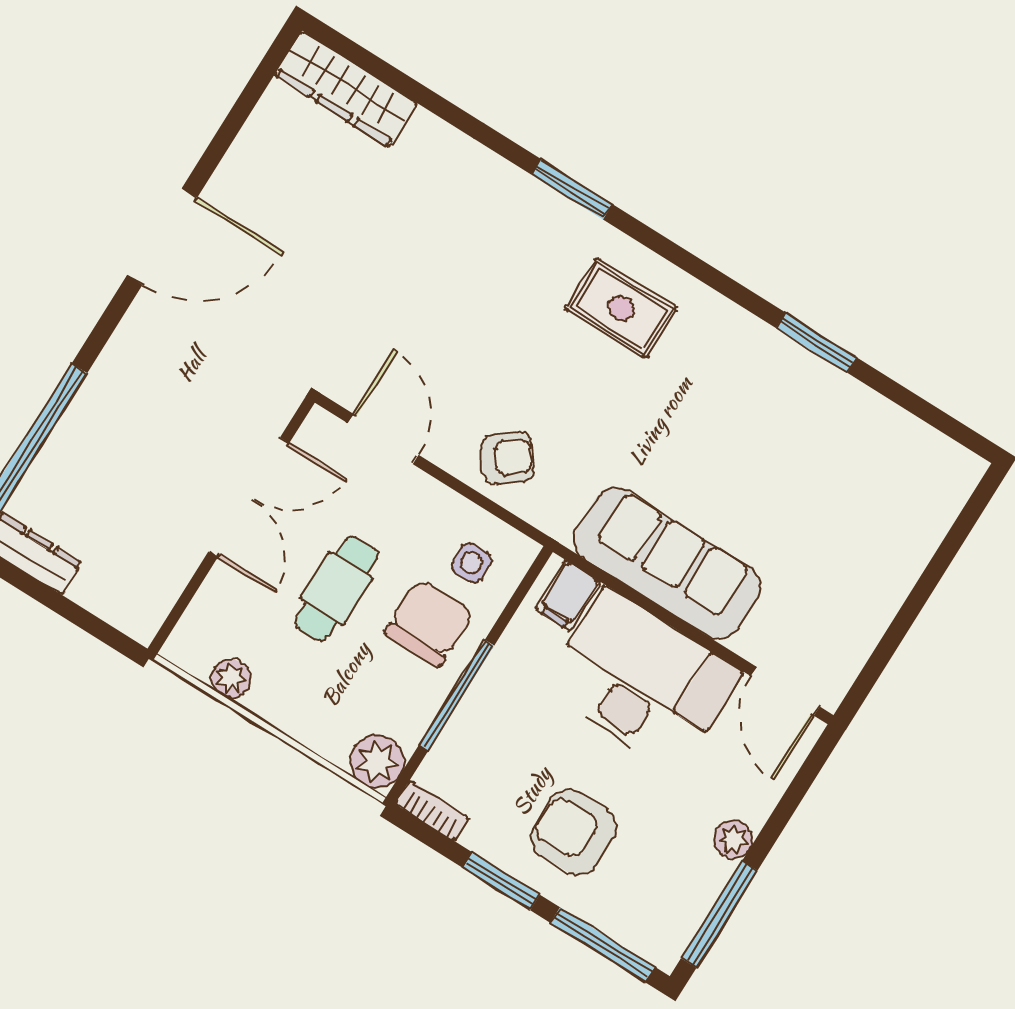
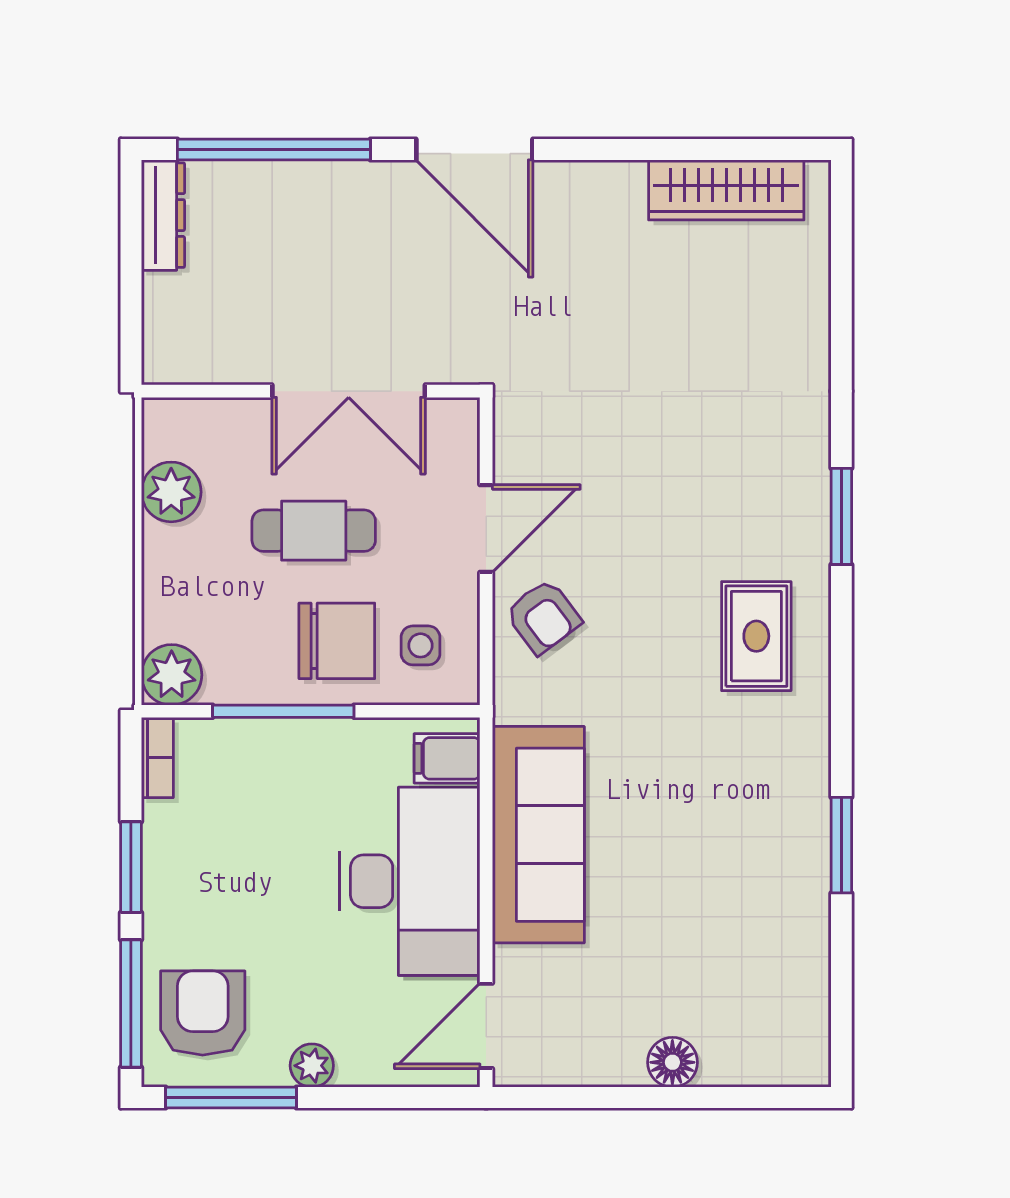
wardrobe: (346, 89) -> (726, 190), moved, turned -90
door: (162, 236) -> (474, 150), moved
door: (383, 439) -> (486, 529), moved
floor lamp: (899, 570) -> (672, 1062), added
plant: (231, 679) -> (171, 492), width x1.38, depth x1.38
armchair: (574, 832) -> (203, 1013), moved

